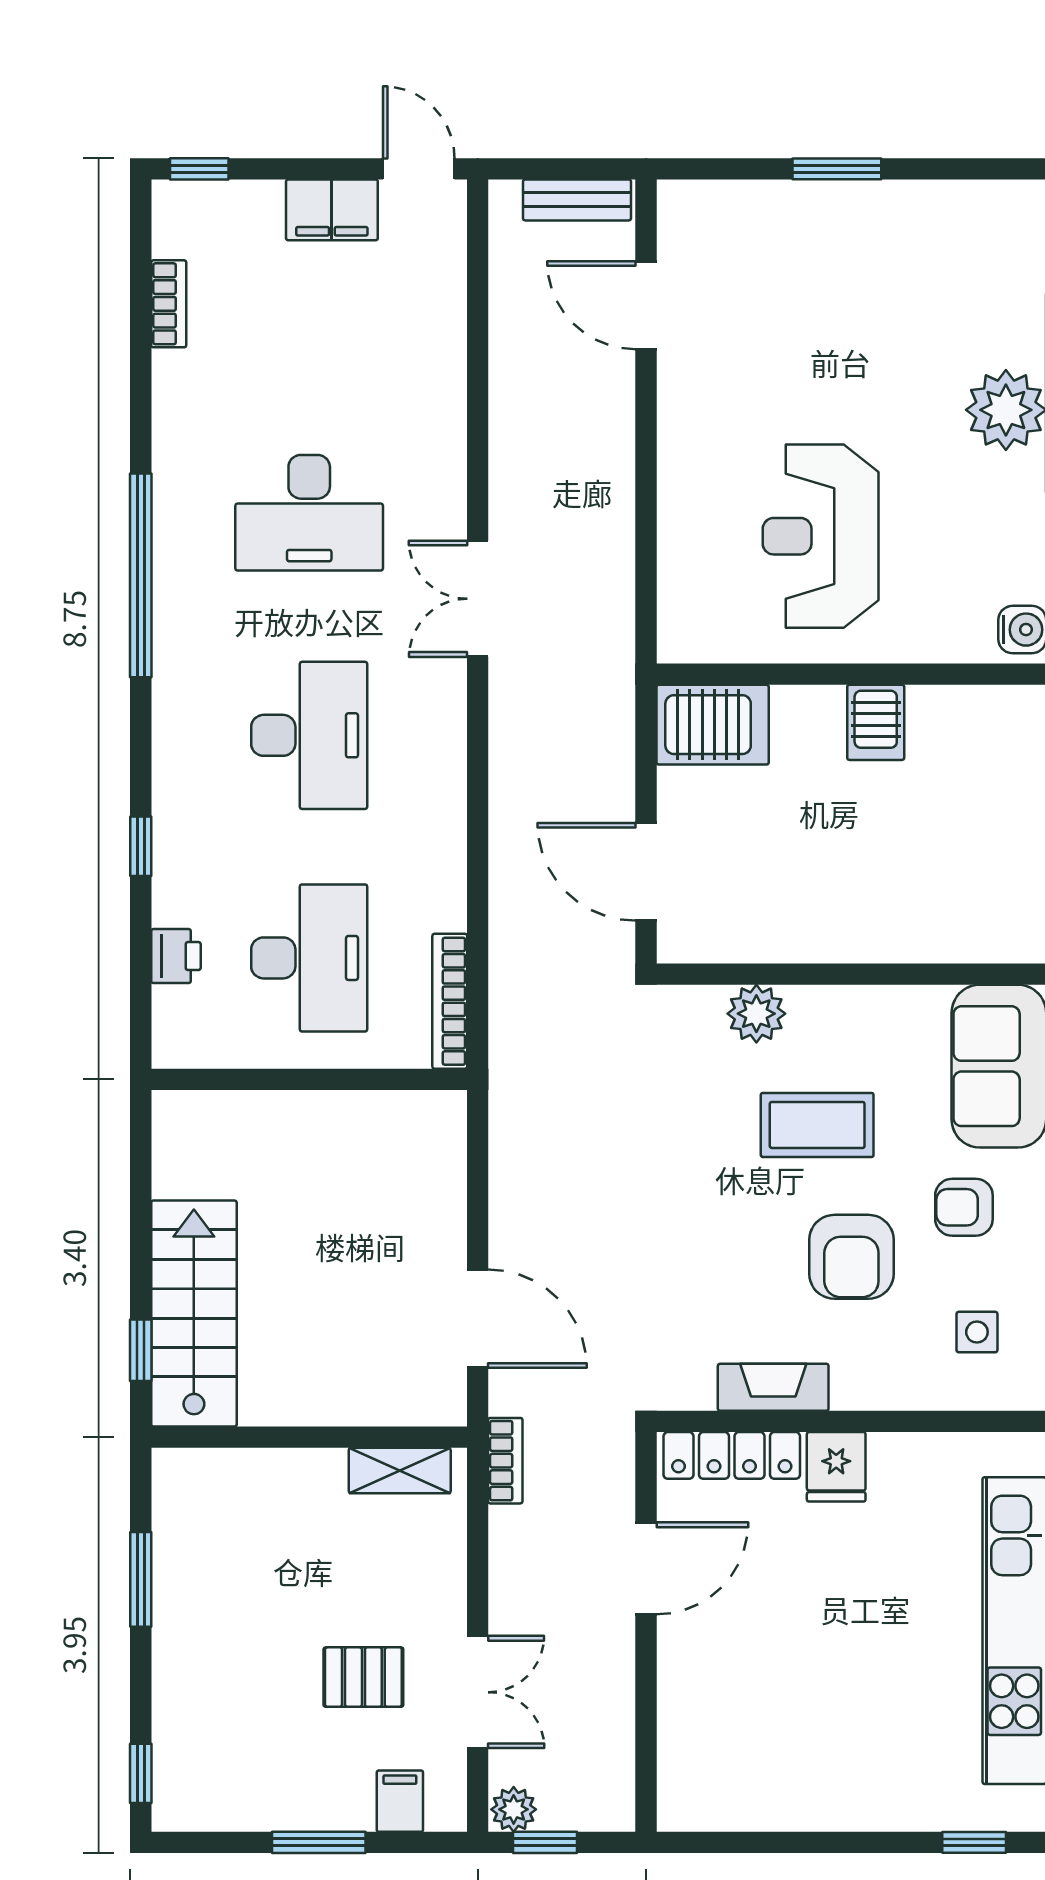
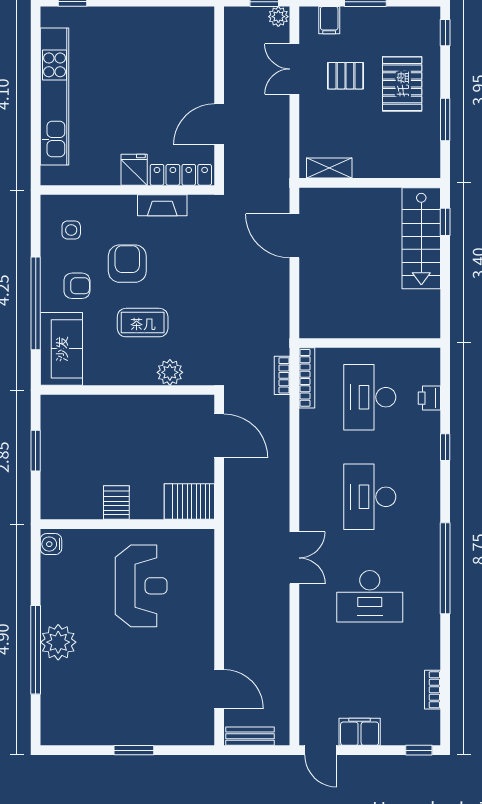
desk: (309, 513) -> (370, 596), turned 180
bookcase: (505, 1461) -> (282, 375), moved
pallet: (237, 1659) -> (402, 84), added

